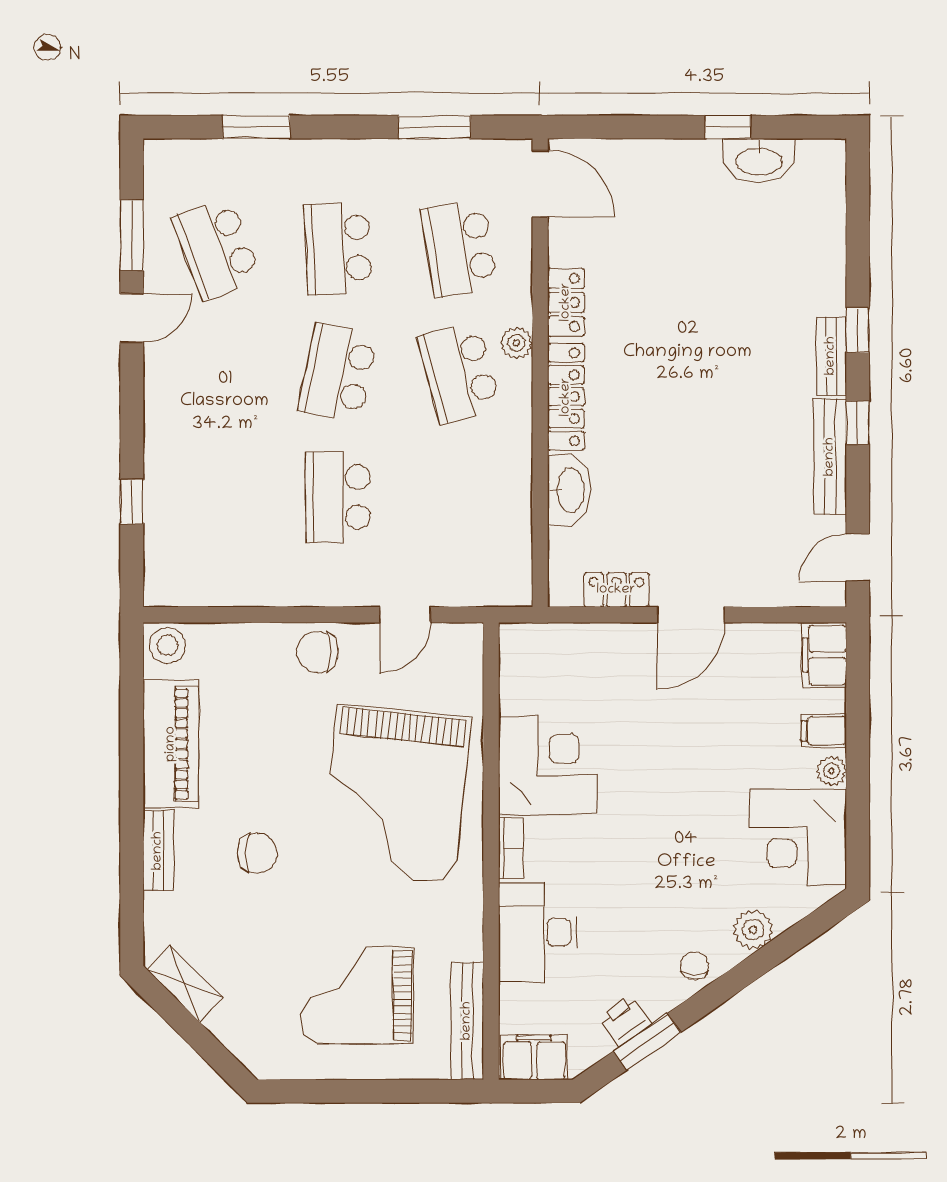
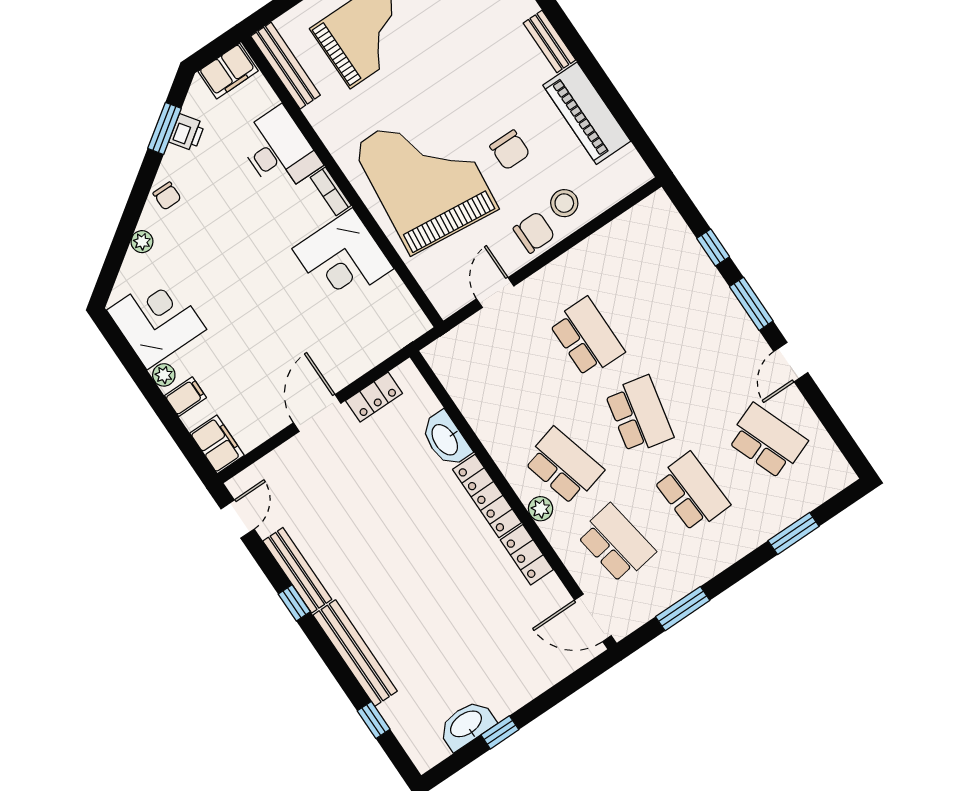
window: (132, 235) -> (751, 304), moved
window: (858, 330) -> (374, 720), moved
bench: (831, 356) -> (355, 653), width x1.86, depth x1.21
stool: (168, 645) -> (564, 203), moved
chair: (257, 853) -> (510, 150), moved, turned -90
plant: (753, 930) -> (142, 242), width x0.73, depth x0.73

